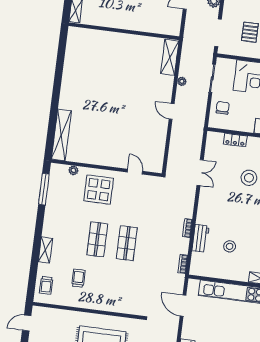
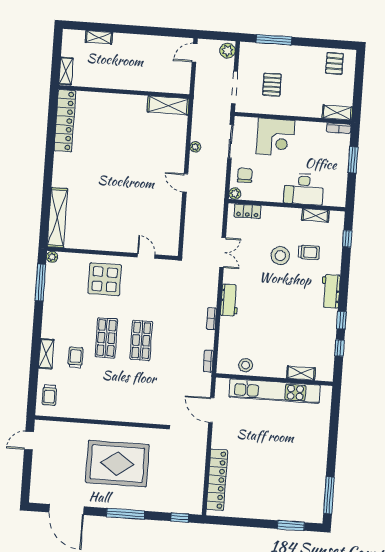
locker: (72, 53) -> (65, 121), added
shelving: (170, 57) -> (168, 105), moved, turned 90
plant: (213, 123) -> (235, 194), added
locker: (235, 140) -> (248, 211), moved
plant: (73, 170) -> (52, 257), moved
workbench: (200, 238) -> (230, 300), moved
stool: (230, 246) -> (246, 365), moved
trolley: (78, 278) -> (76, 358), moved

